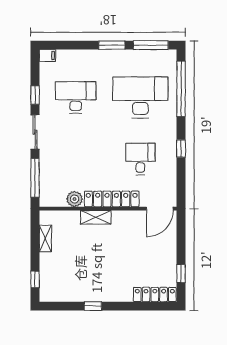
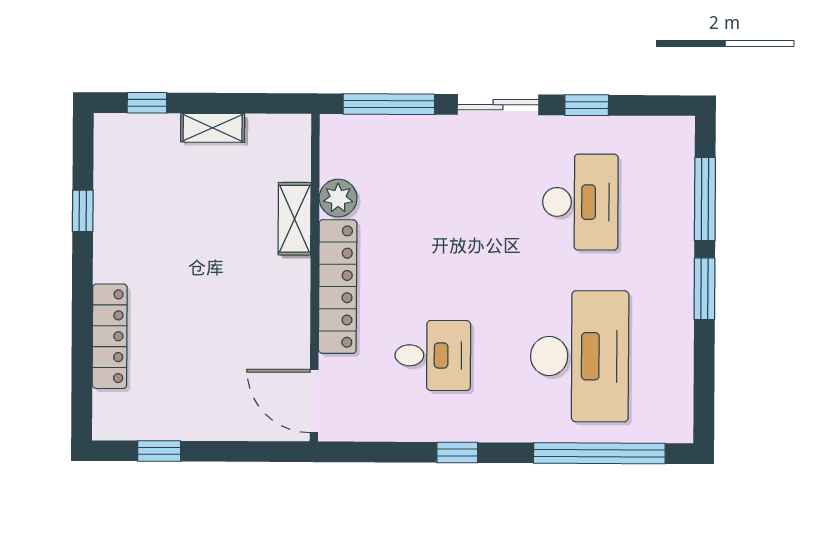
window: (151, 45) -> (705, 199), moved
filing cabinet: (47, 55) -> (681, 135), removed
shelving: (96, 217) -> (295, 219), moved
shelving: (45, 239) -> (213, 128), moved
locker: (155, 295) -> (110, 336), moved
window: (93, 306) -> (83, 211), moved

